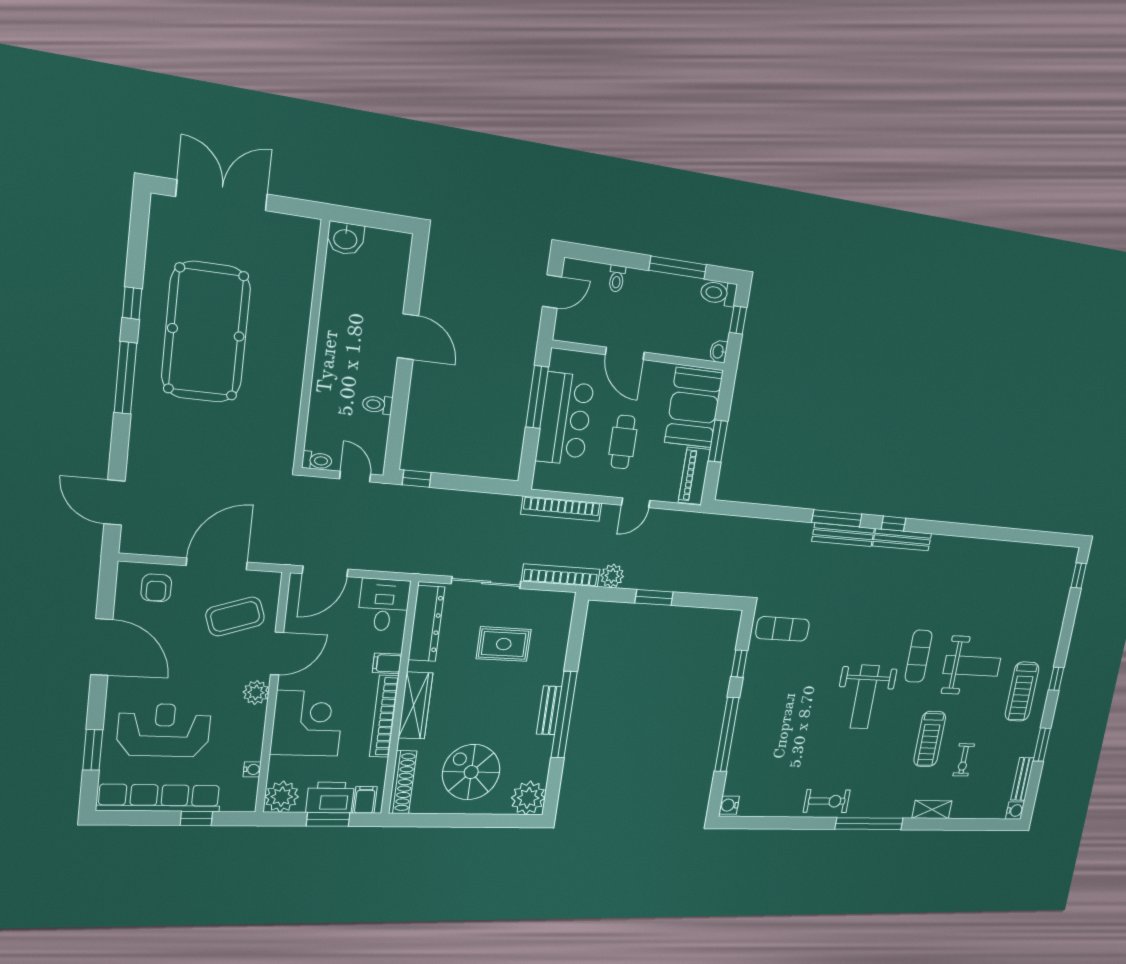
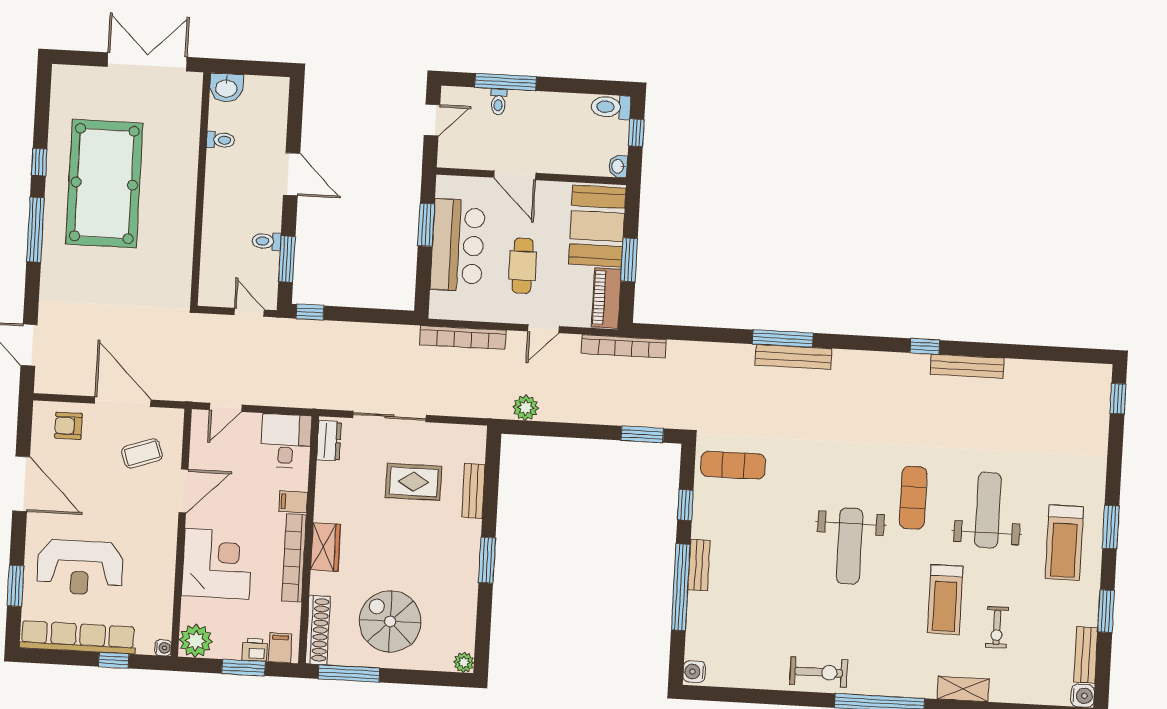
double door: (222, 195) -> (147, 62), moved
window: (678, 267) -> (506, 82), moved
window: (537, 397) -> (426, 225), width x0.69
window: (397, 424) -> (287, 259), added
toilet: (317, 461) -> (221, 140), moved
window: (893, 524) -> (925, 346), moved
bench: (902, 540) -> (967, 366), moved
door: (217, 564) -> (123, 402), hinge flipped
door: (325, 571) -> (226, 407), width x0.73
bookcase: (561, 575) -> (624, 346), moved, turned 180
armchair: (156, 588) -> (68, 426), turned 90
window: (654, 597) -> (642, 434), moved
coffee table: (235, 616) -> (142, 453), width x0.73, depth x0.77
dresser: (427, 623) -> (329, 441), width x0.51, depth x0.80
weight bench: (972, 666) -> (988, 510), turned -90
window: (1056, 679) -> (1111, 527), width x1.50
plant: (256, 692) -> (165, 531), removed
wardrobe: (415, 706) -> (326, 547), width x0.67
bench: (549, 710) -> (473, 491), moved
window: (564, 715) -> (487, 560), width x0.47
bench: (744, 715) -> (699, 565), added
reception desk: (164, 730) -> (80, 568), turned 180
water cooler: (252, 769) -> (163, 648), moved
printer: (330, 798) -> (255, 650), width x0.53, depth x0.68
plant: (528, 798) -> (464, 662), width x0.53, depth x0.53
window: (429, 820) -> (349, 673), added

